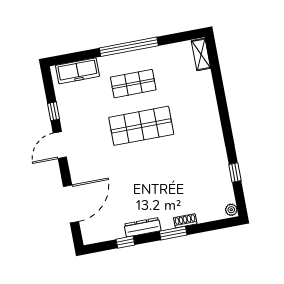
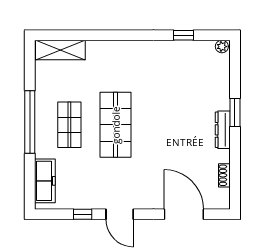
shelving: (201, 54) -> (60, 50), width x1.50, depth x1.33
shoe rack: (185, 221) -> (224, 175), moved
dresser: (143, 227) -> (223, 130), moved
window: (125, 242) -> (235, 165), removed

